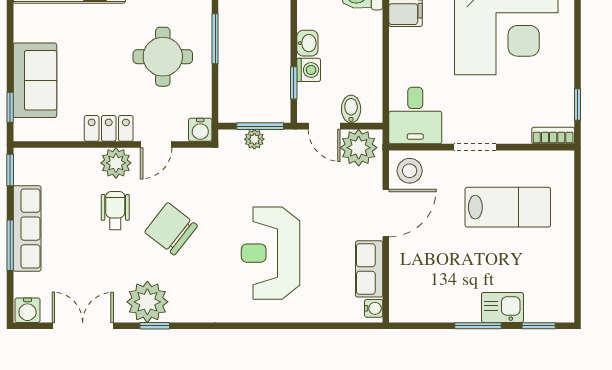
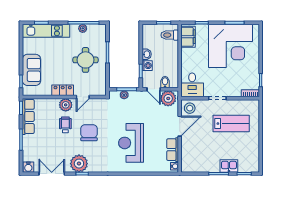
water cooler: (200, 130) -> (101, 91), removed
row of seats: (27, 229) -> (28, 116), moved
chair: (171, 229) -> (89, 133), turned 52

